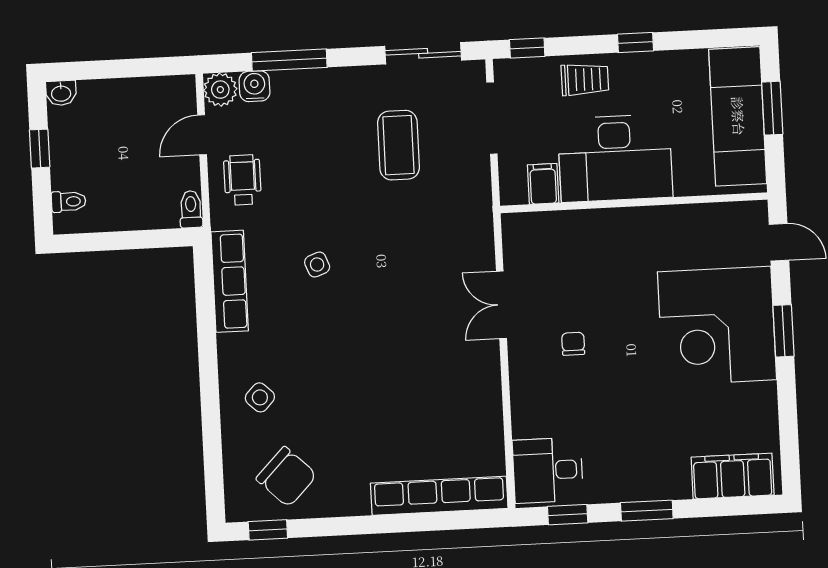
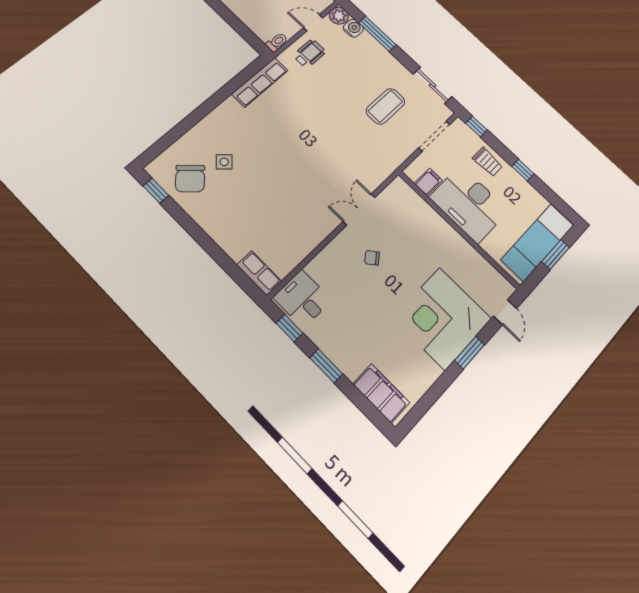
side table: (317, 265) -> (302, 114), removed
chair: (573, 344) -> (372, 258), turned -128
side table: (260, 397) -> (224, 162), moved
row of seats: (439, 496) -> (259, 273), width x0.50

